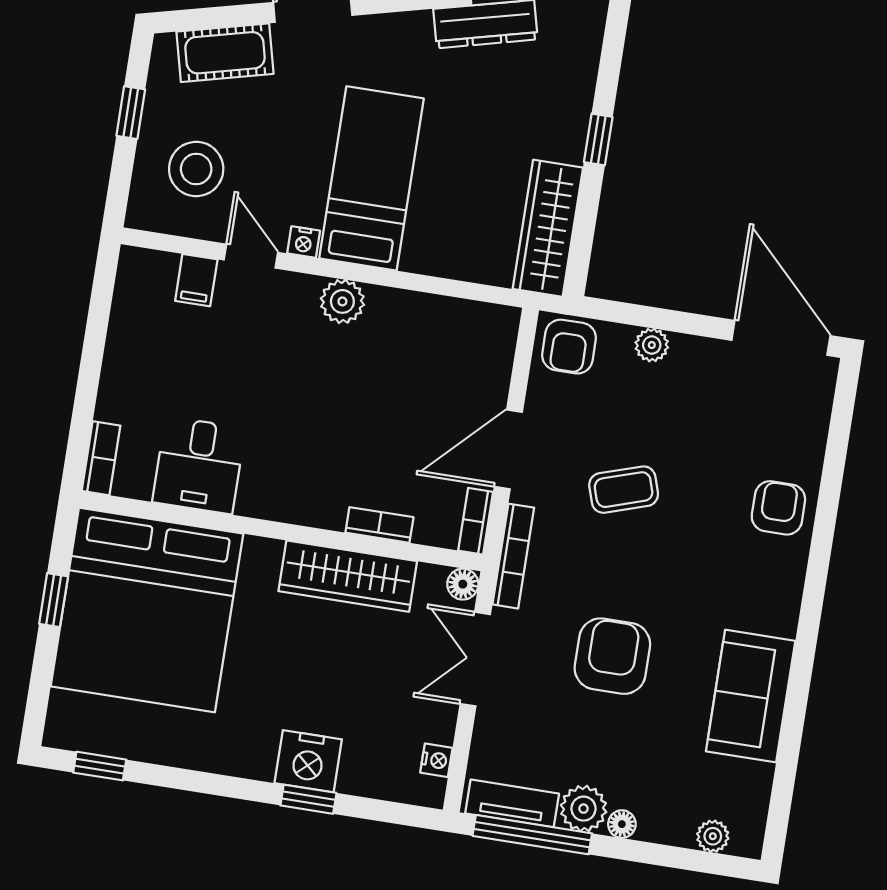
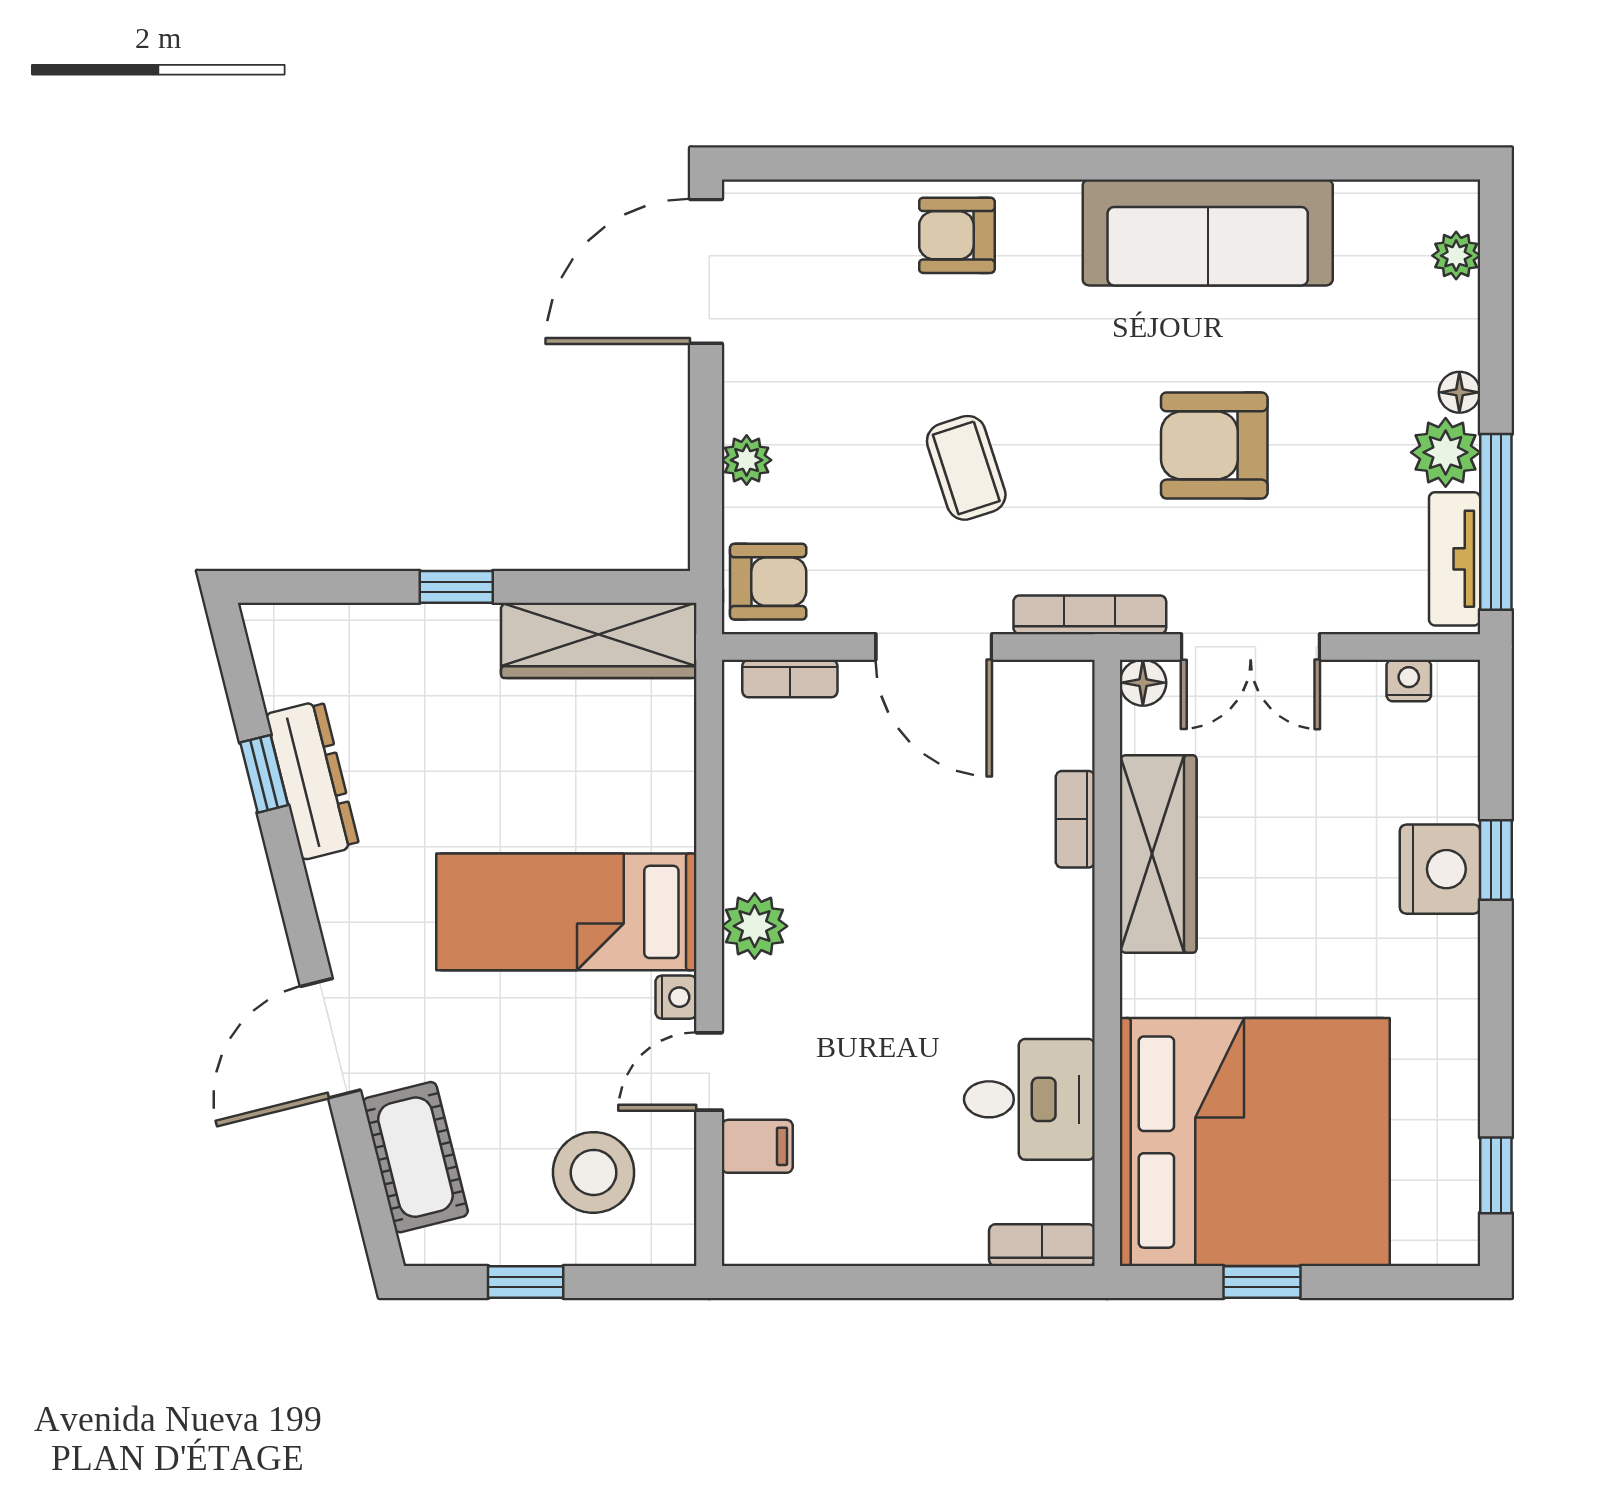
bookcase: (476, 521) -> (790, 679), moved
sofa: (751, 696) -> (1208, 232), width x1.36

